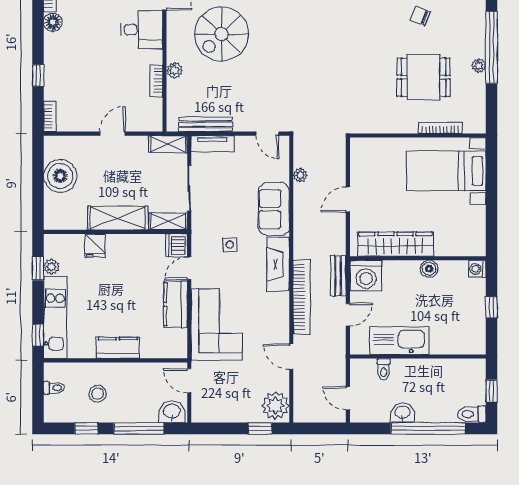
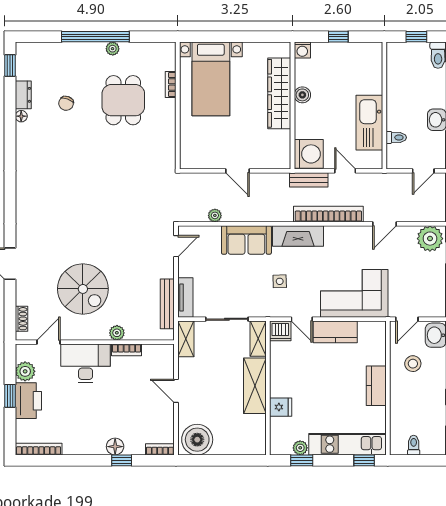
floor lamp: (53, 22) -> (115, 447), moved
desk: (142, 30) -> (86, 363), width x1.37
bookcase: (440, 128) -> (171, 84), width x0.64
boiler: (60, 176) -> (197, 440), moved
wardrobe: (396, 244) -> (279, 93), moved
stool: (98, 394) -> (413, 364), moved

